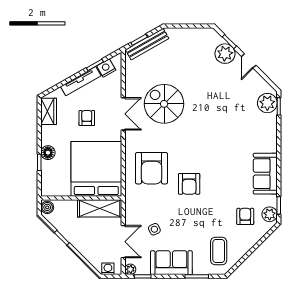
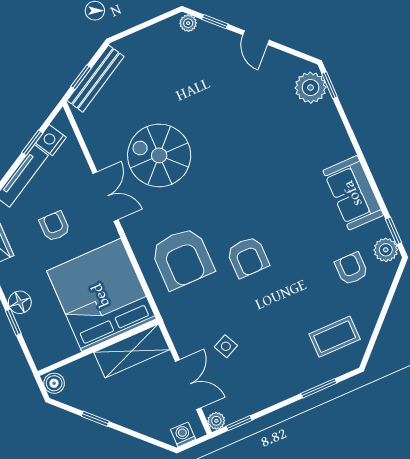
plant: (225, 54) -> (188, 23), moved, width x0.53, depth x0.53
coffee table: (219, 251) -> (335, 337), turned 90
sofa: (171, 263) -> (273, 384), removed

